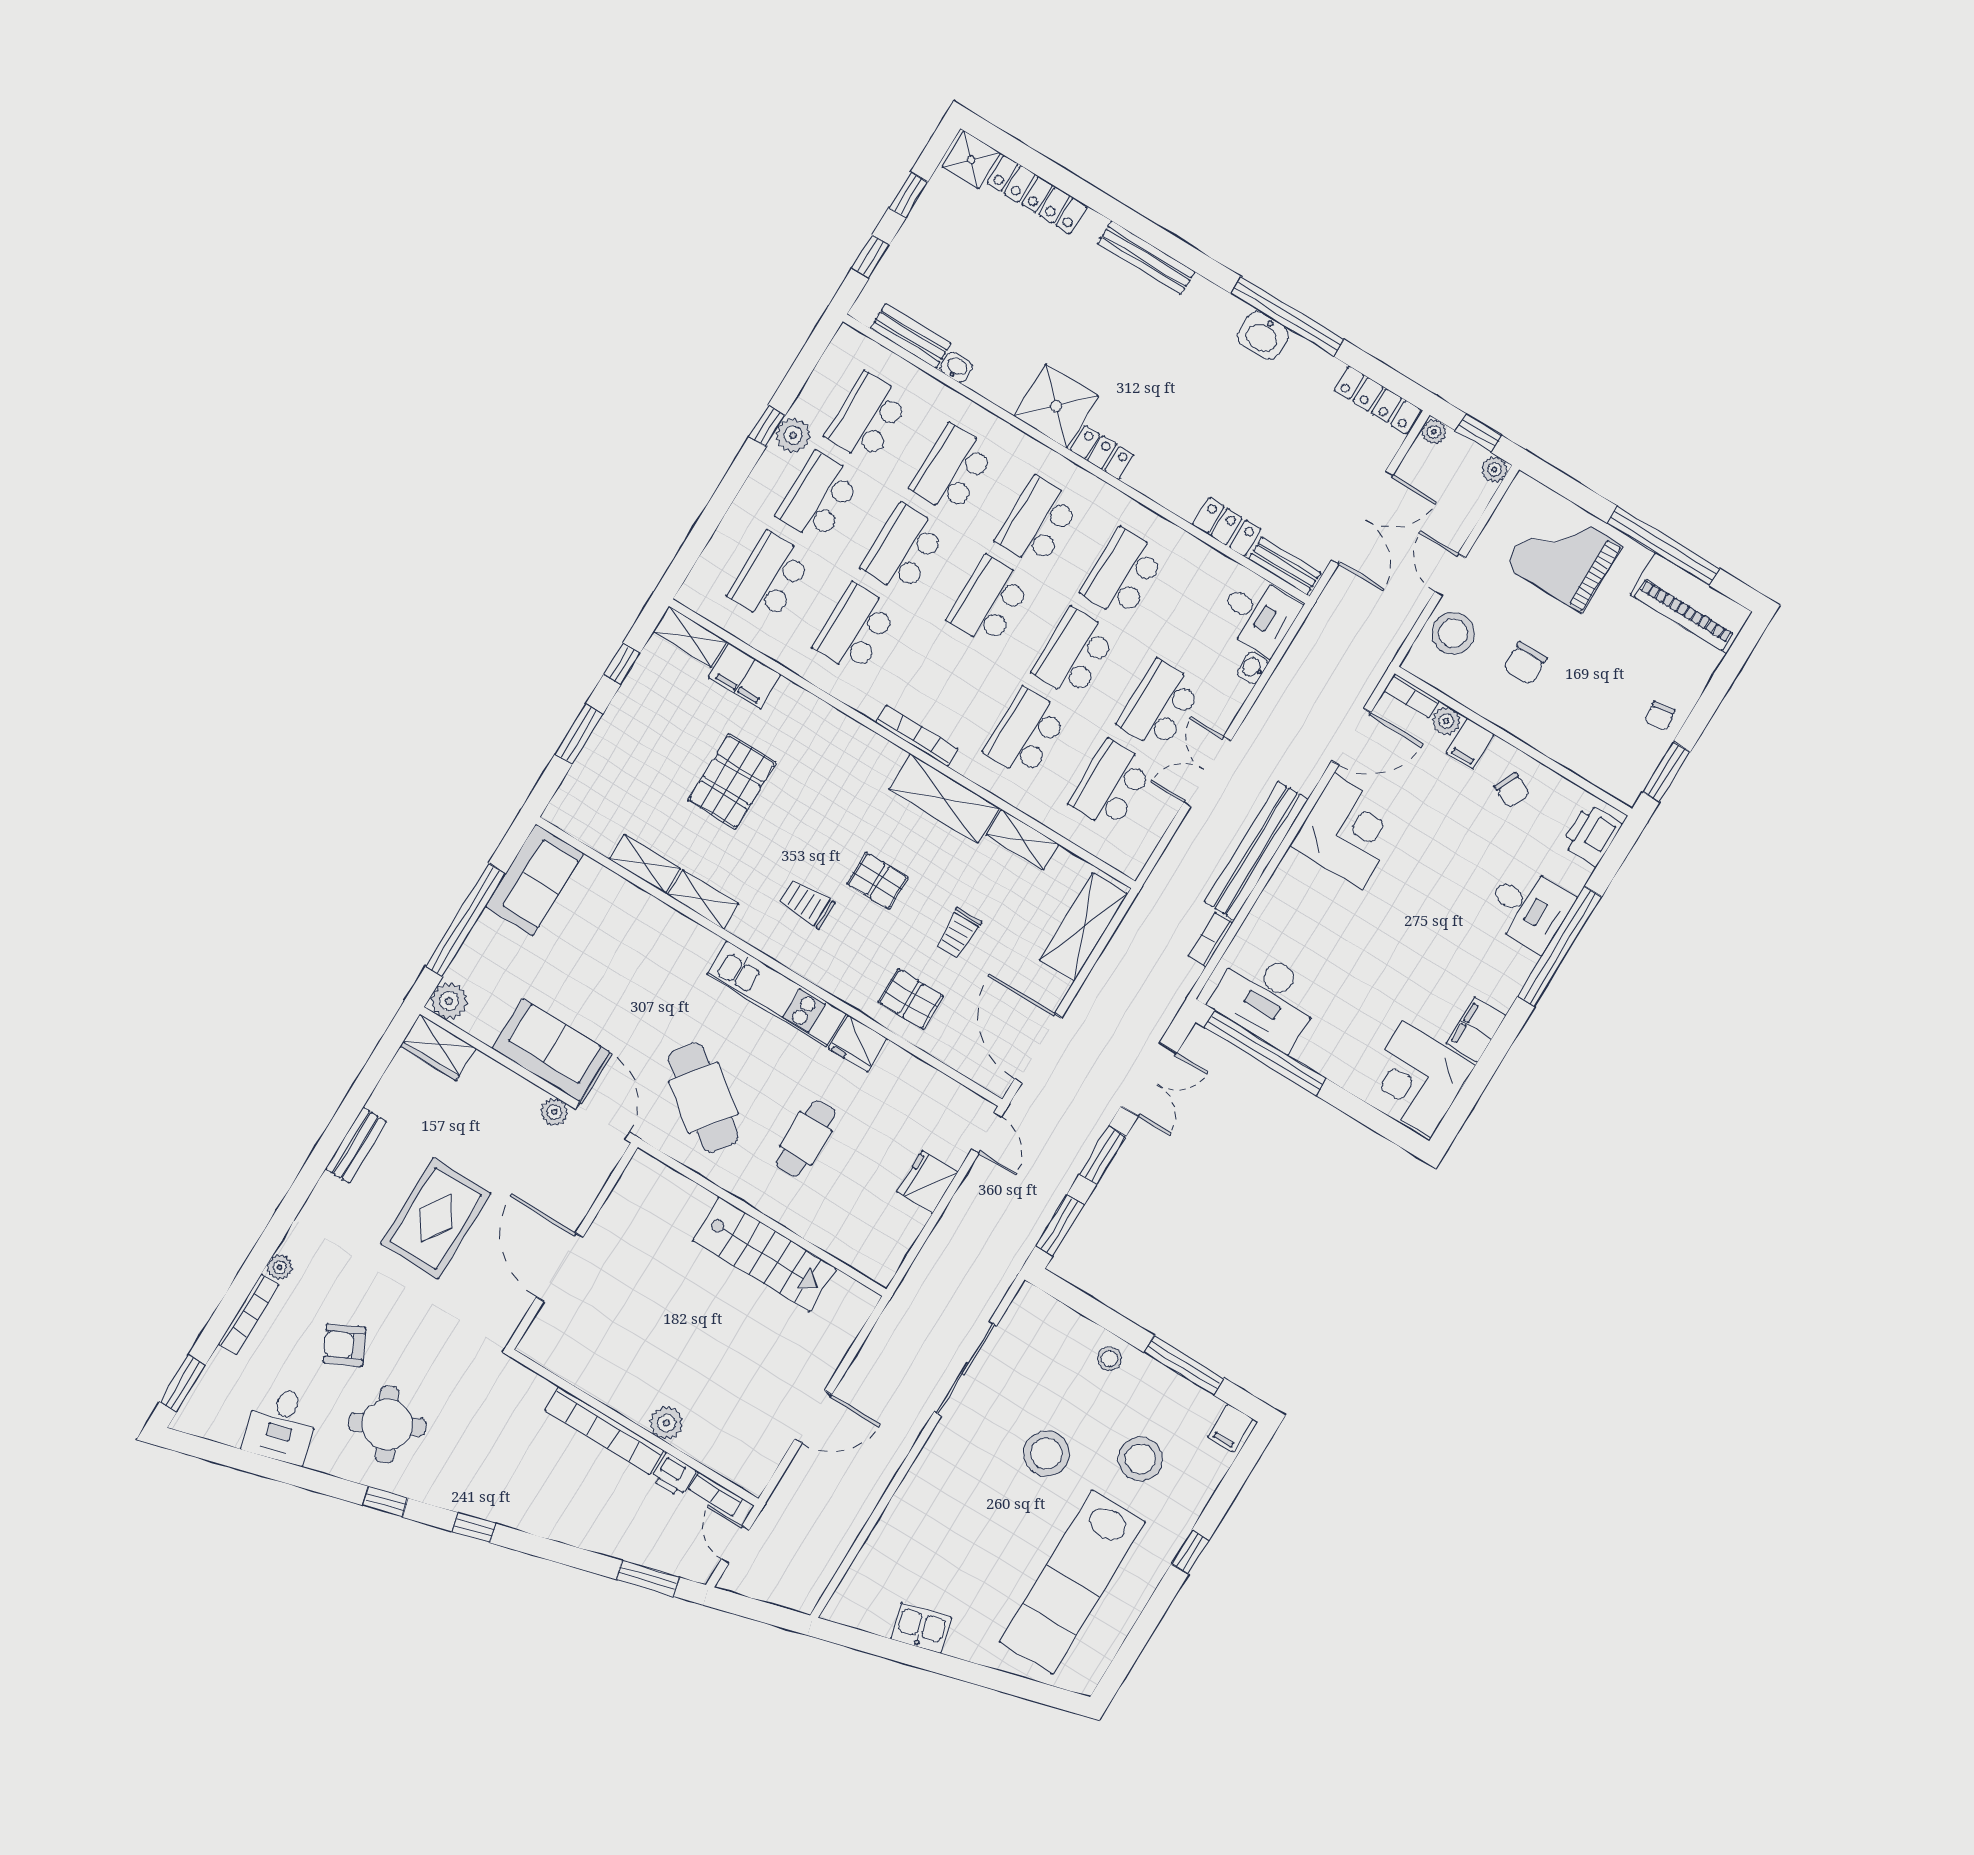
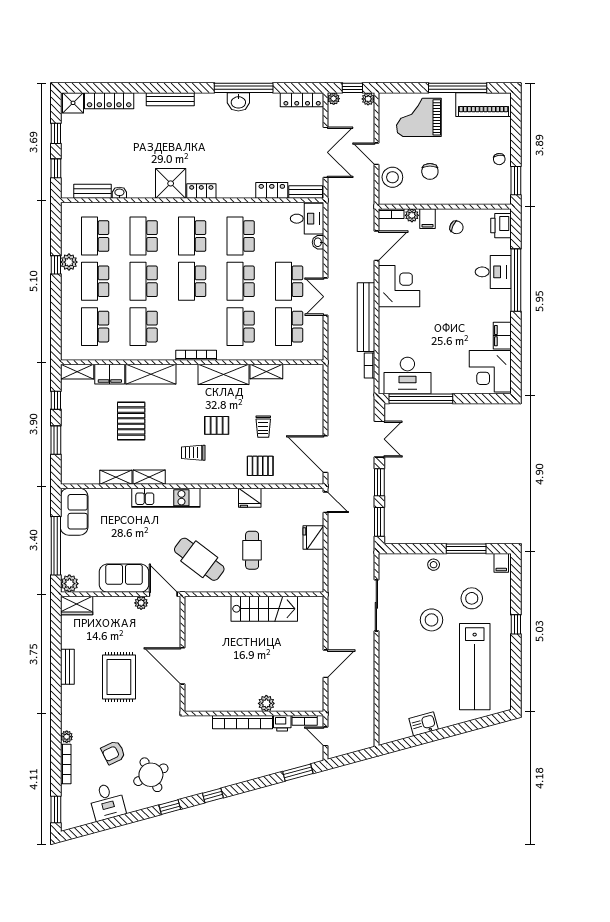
shelving: (1084, 927) -> (151, 374), moved, turned 90
kitchen unit: (776, 994) -> (166, 498), moved

